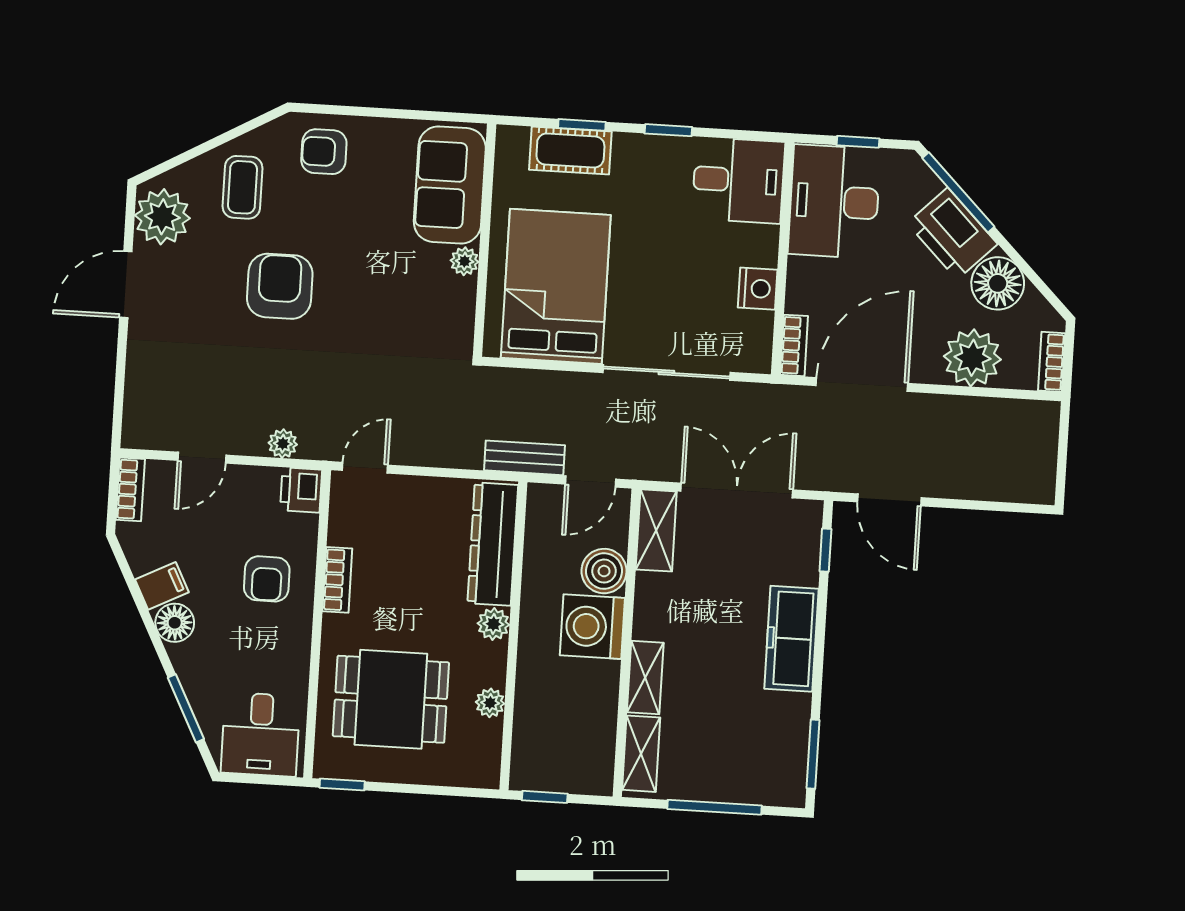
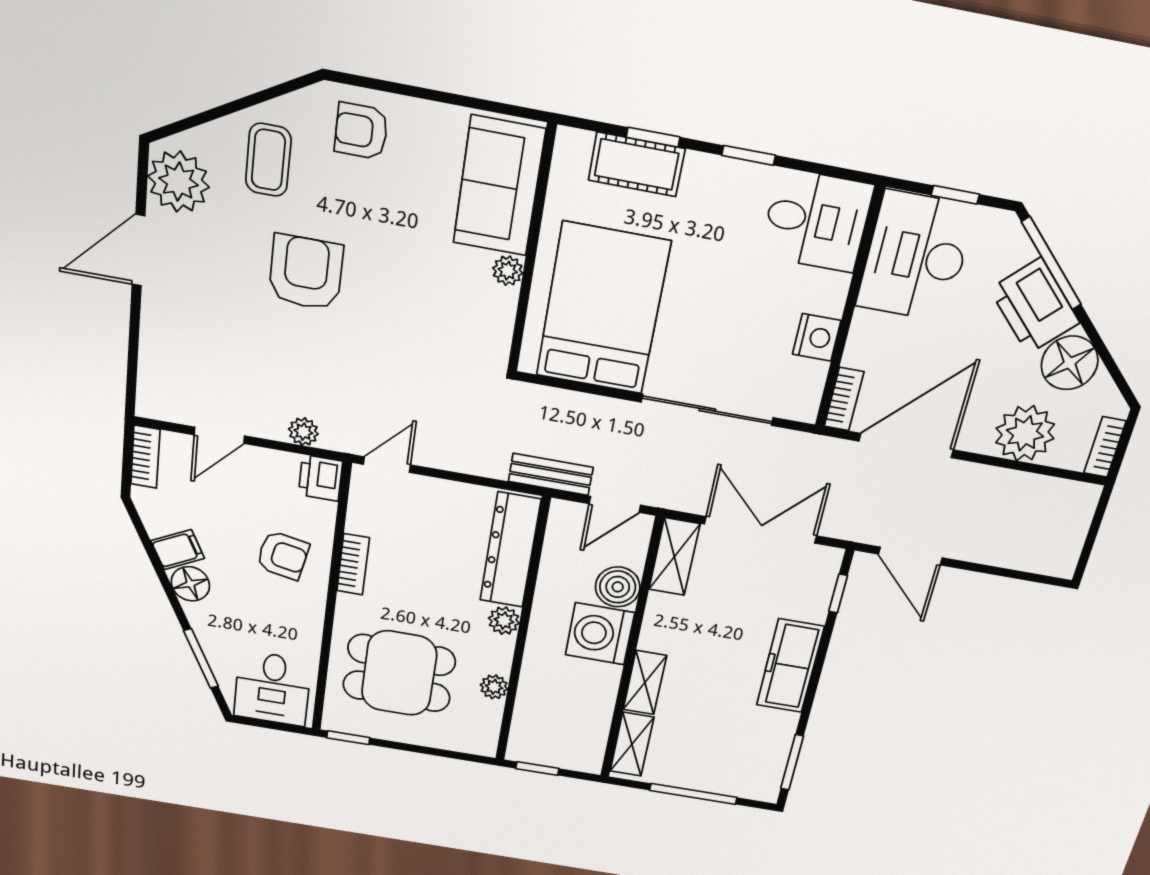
armchair: (267, 579) -> (283, 555), turned -79

